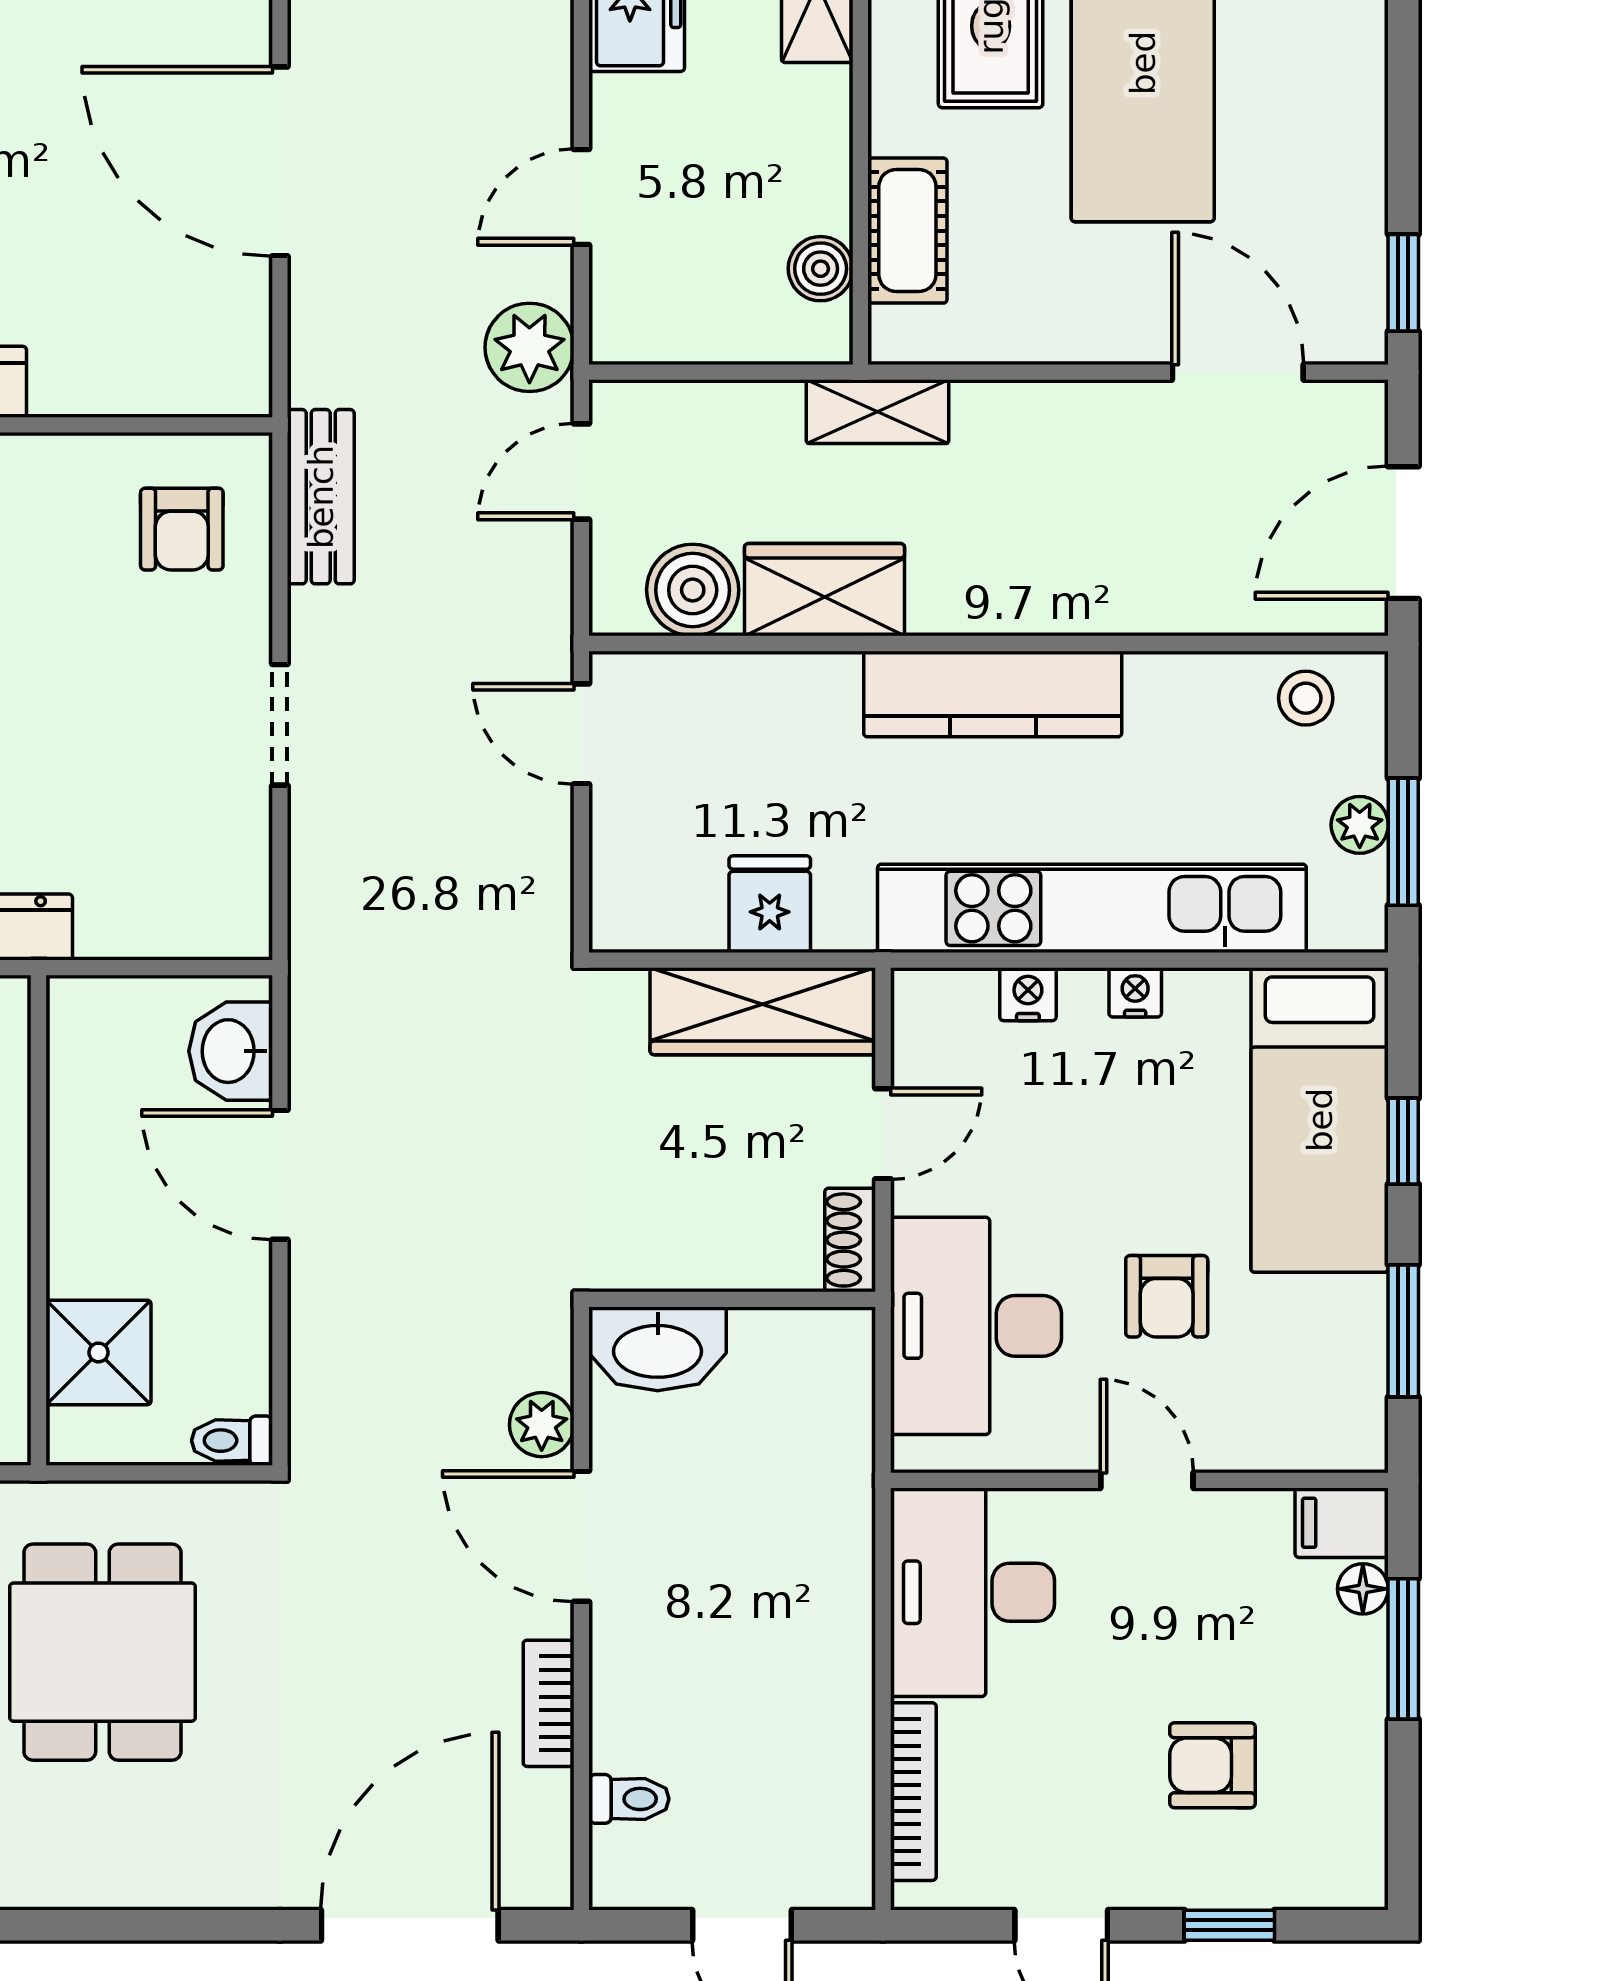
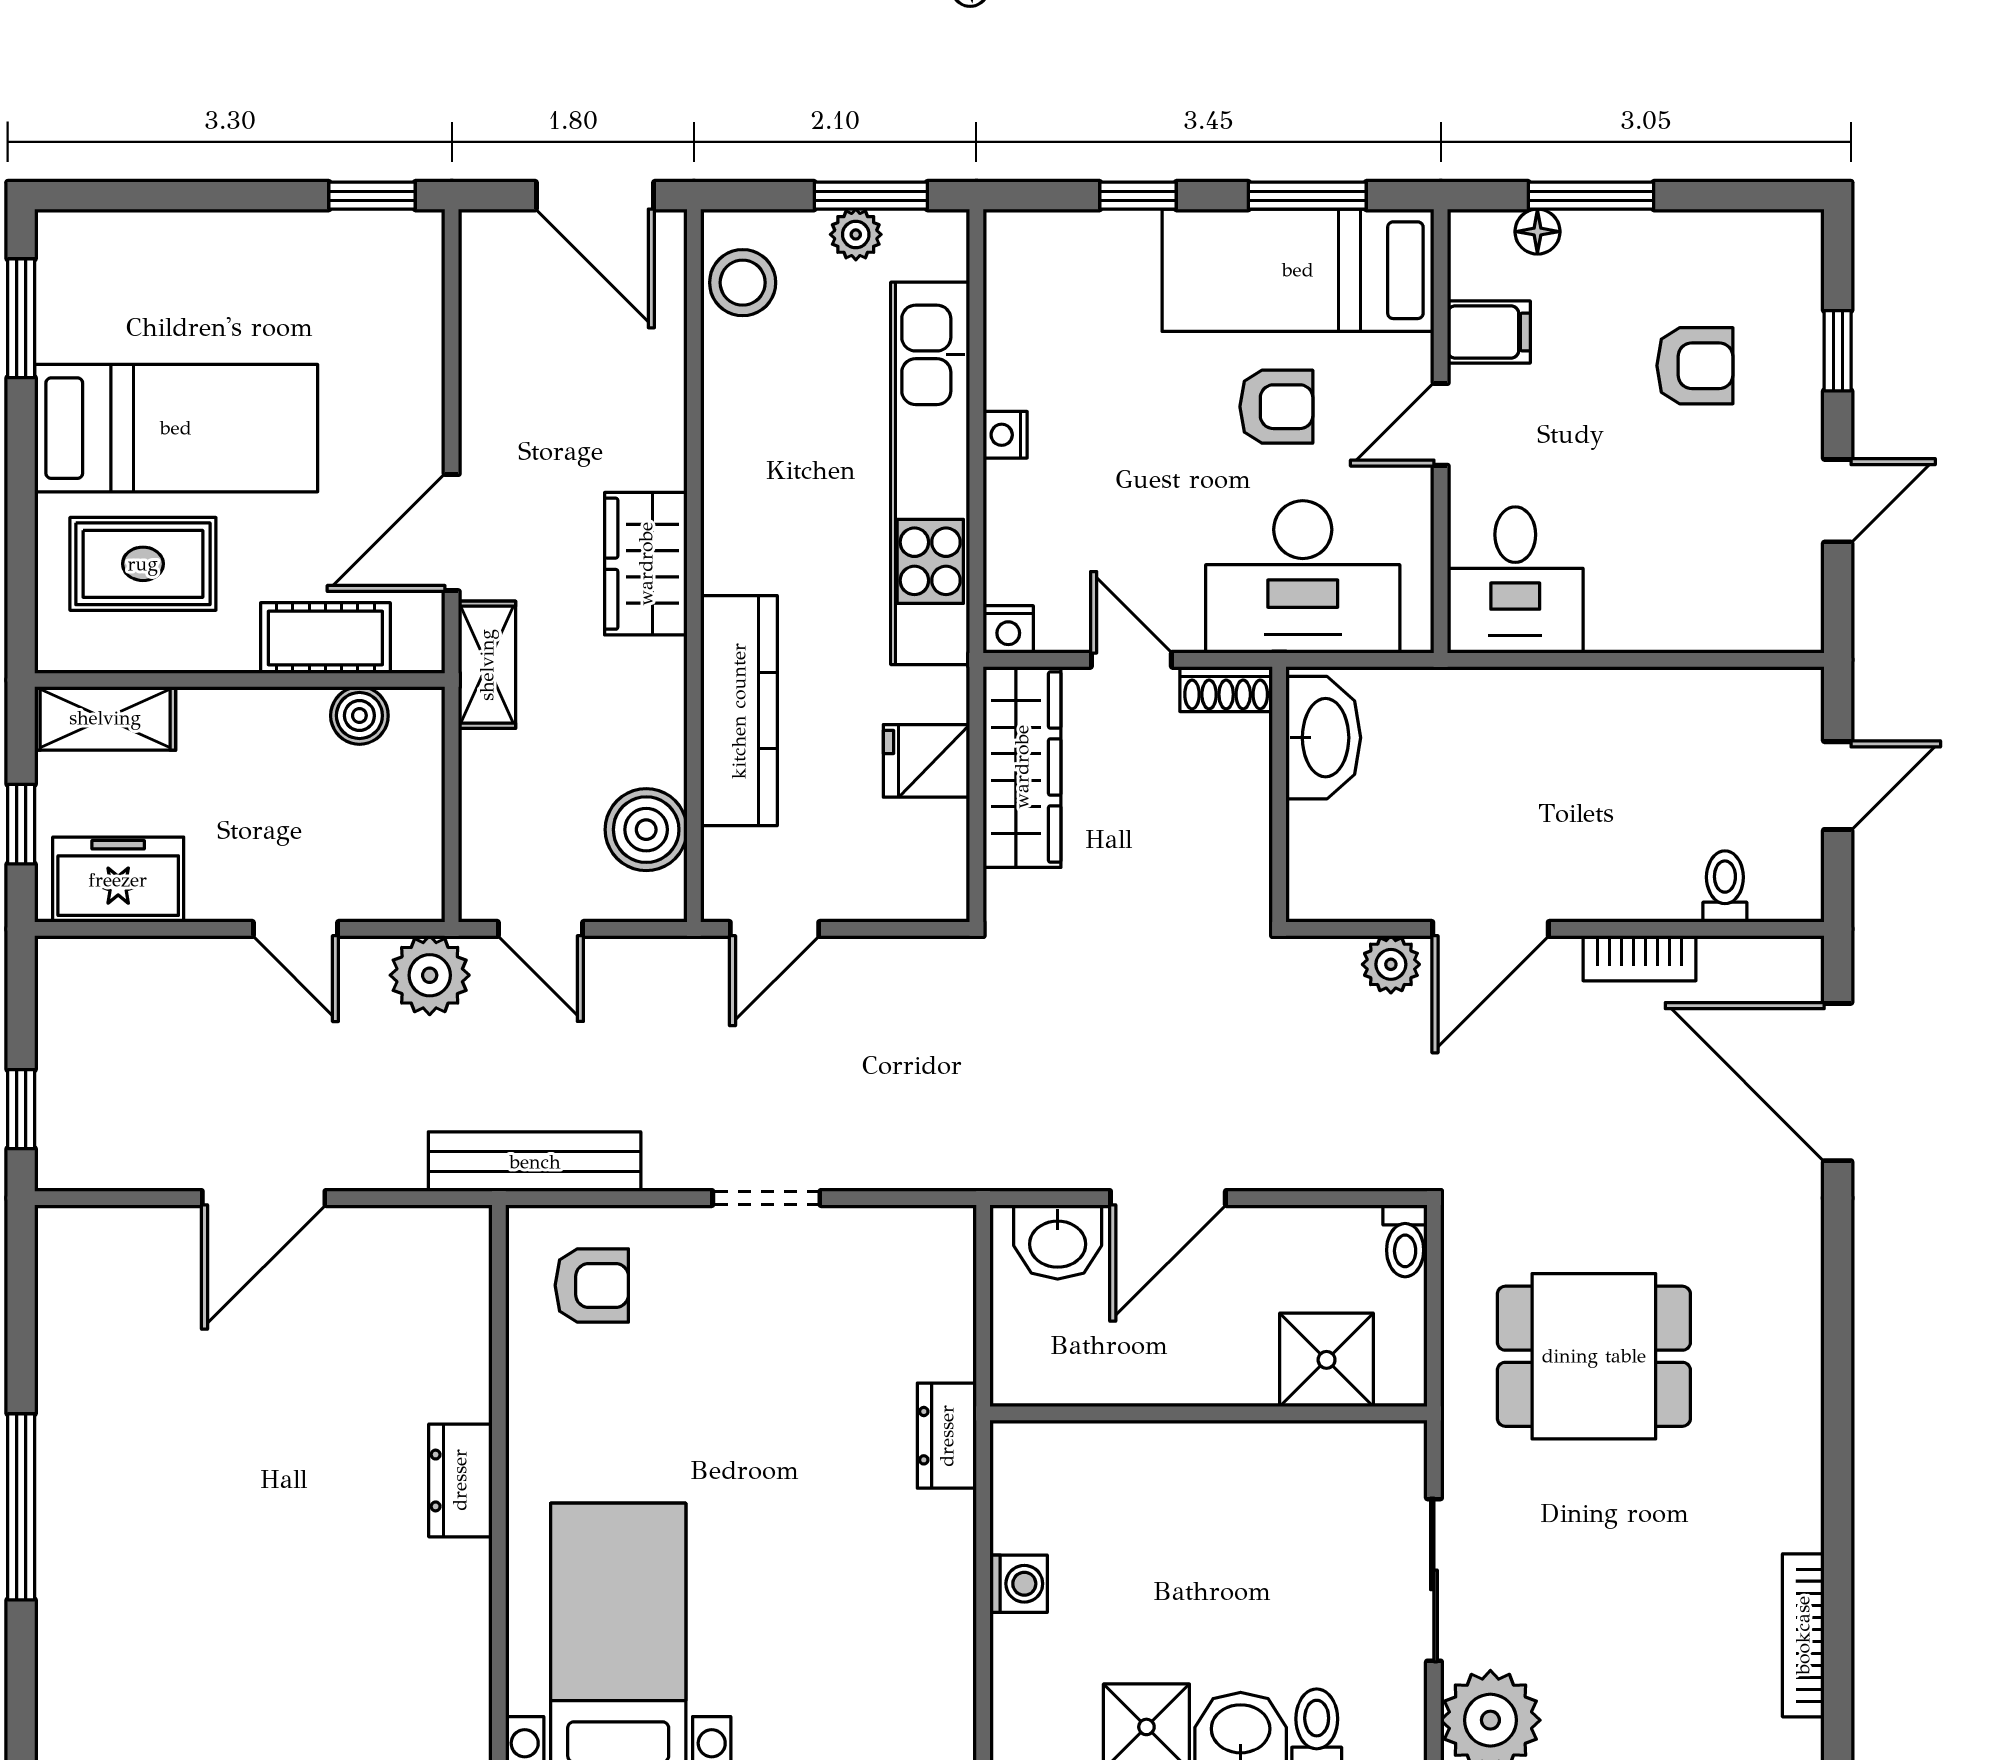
door: (280, 161) -> (264, 1198), width x0.73
door: (1238, 372) -> (452, 533), moved
bench: (321, 497) -> (535, 1162), width x1.36
wardrobe: (824, 590) -> (646, 564), moved
kitchen counter: (993, 694) -> (739, 711), moved
stool: (1306, 698) -> (743, 283), width x1.37, depth x1.37
nightstand: (1028, 994) -> (1008, 629), moved, turned -90
bed: (1320, 1120) -> (1298, 270), moved, turned 180
washbasin: (658, 1349) -> (1323, 738), moved
filing cabinet: (1342, 1523) -> (1489, 332), moved, turned -90
desk: (972, 1592) -> (1515, 580), width x0.73
armchair: (1213, 1765) -> (1695, 366), turned -90
bookcase: (913, 1792) -> (1718, 633), removed

